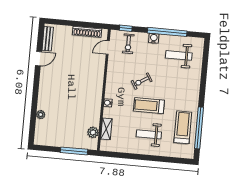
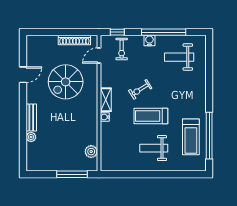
bench: (48, 39) -> (31, 117), moved
spiral stairs: (76, 68) -> (66, 82), added
treadmill: (183, 127) -> (191, 137), turned 180
shelving: (106, 129) -> (106, 100), moved

